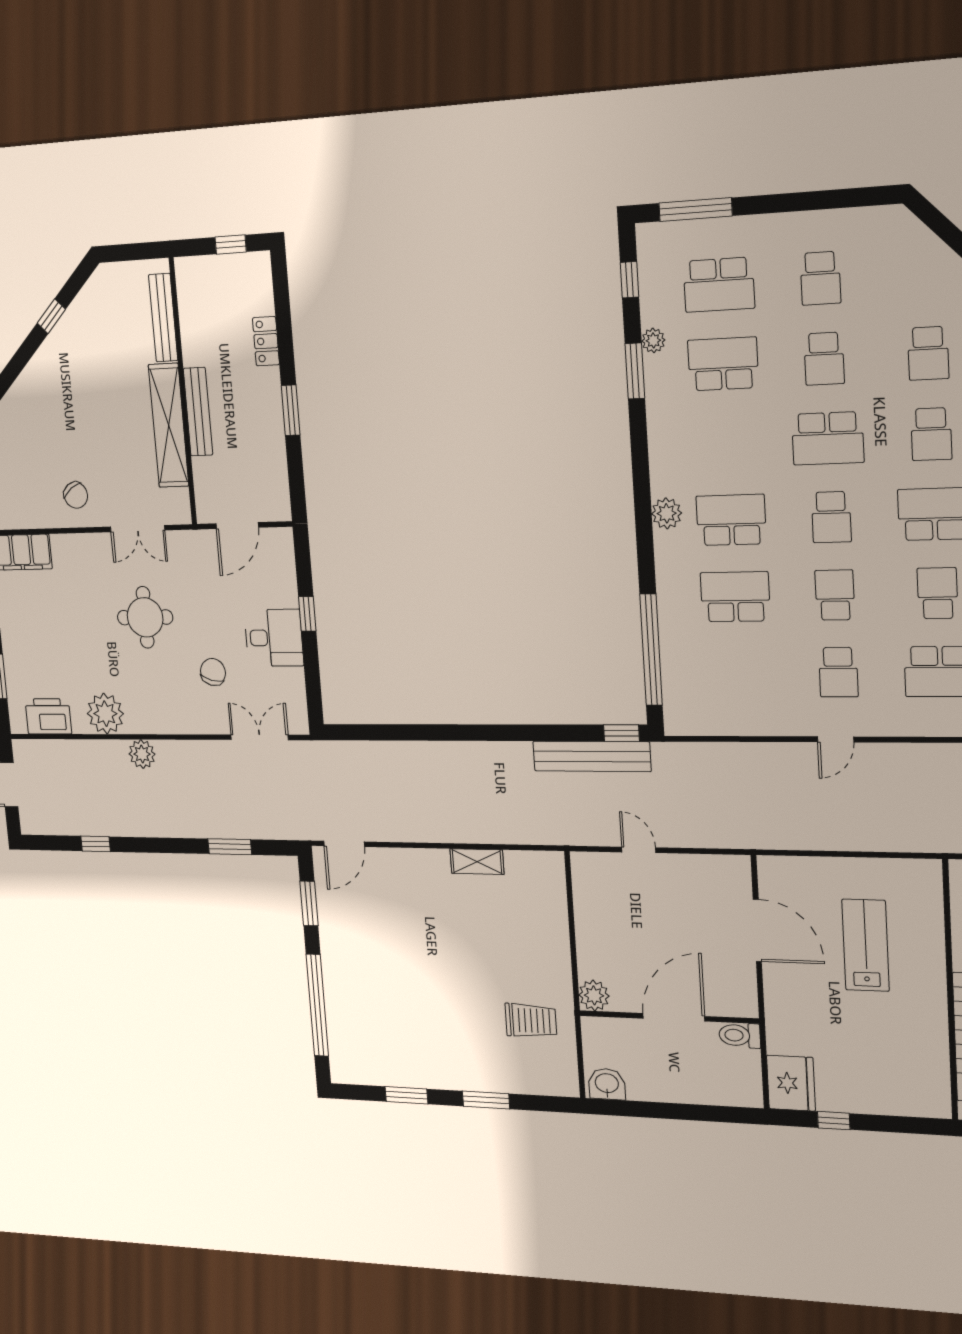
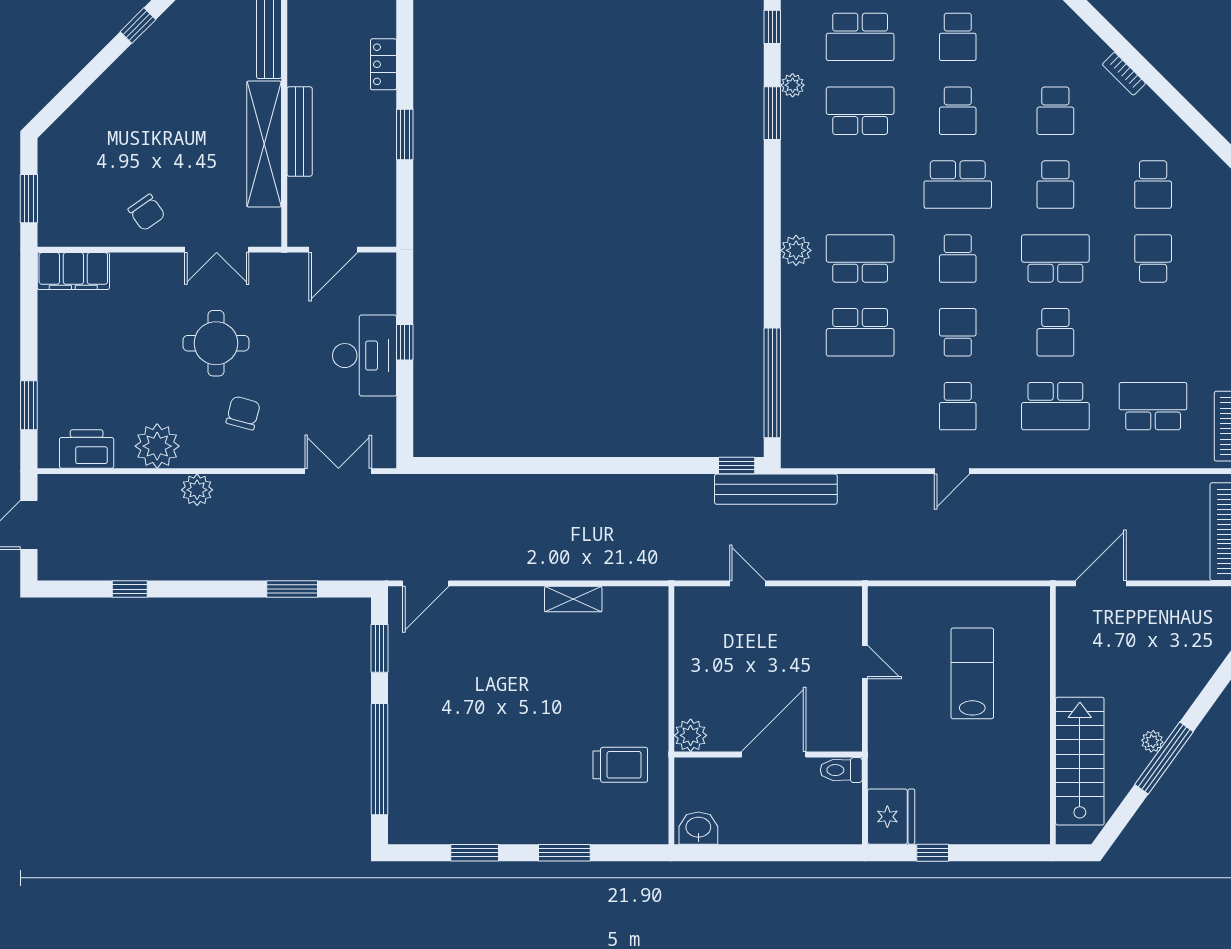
school desk: (937, 593) -> (1055, 332), turned 180
school desk: (735, 597) -> (860, 332), turned 180
desk: (274, 638) -> (365, 356), width x1.37
chair: (213, 672) -> (243, 413), moved
bench: (592, 756) -> (776, 489), moved
door: (757, 930) -> (865, 662), width x0.53

